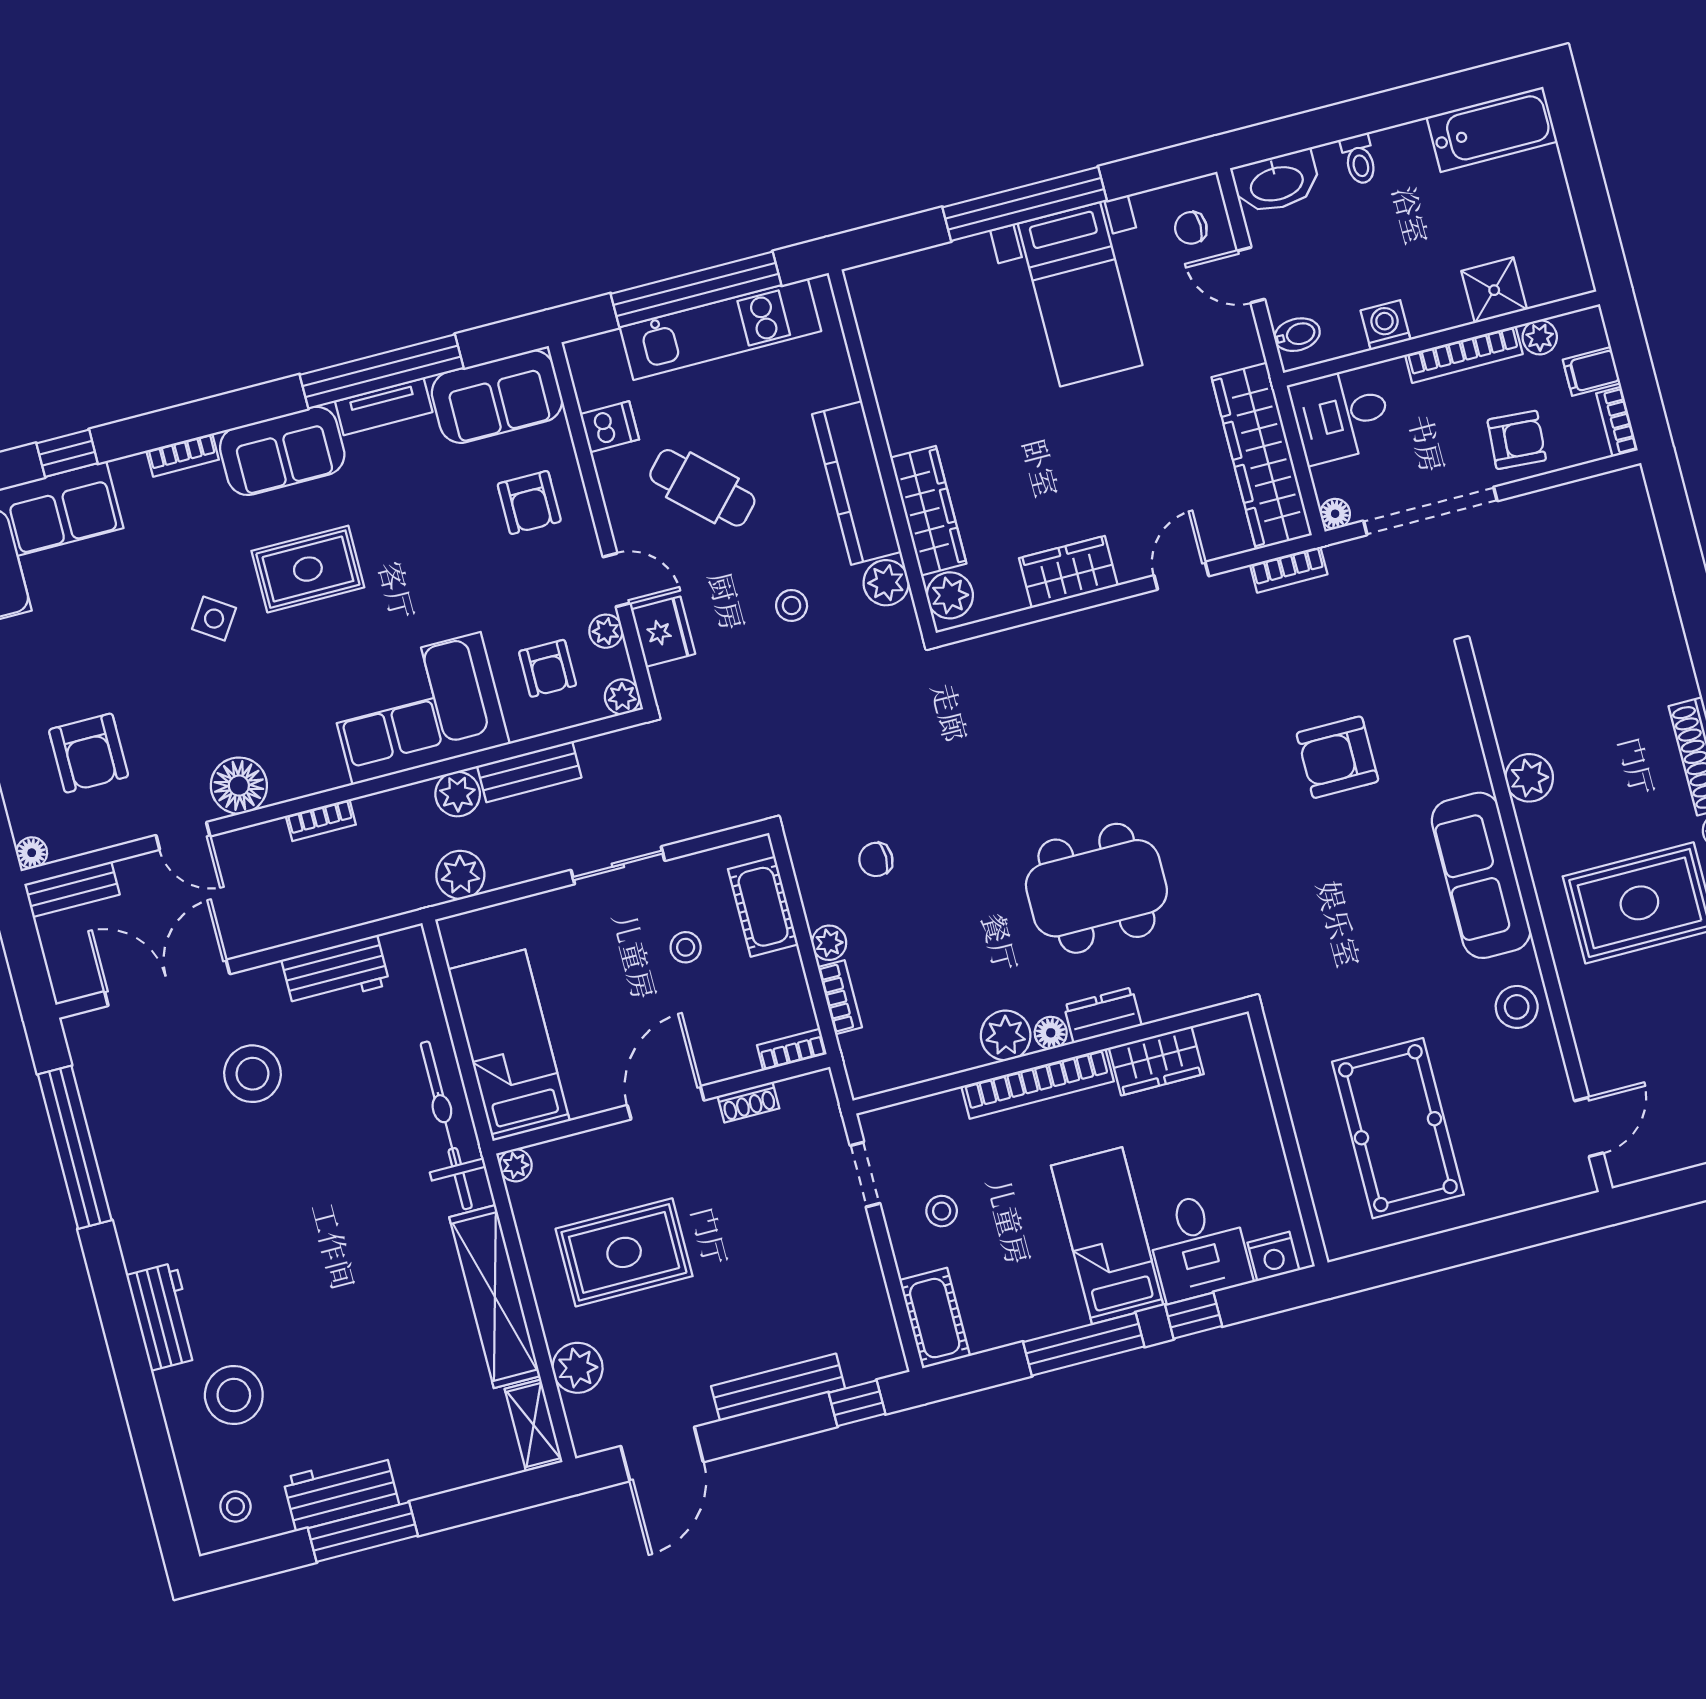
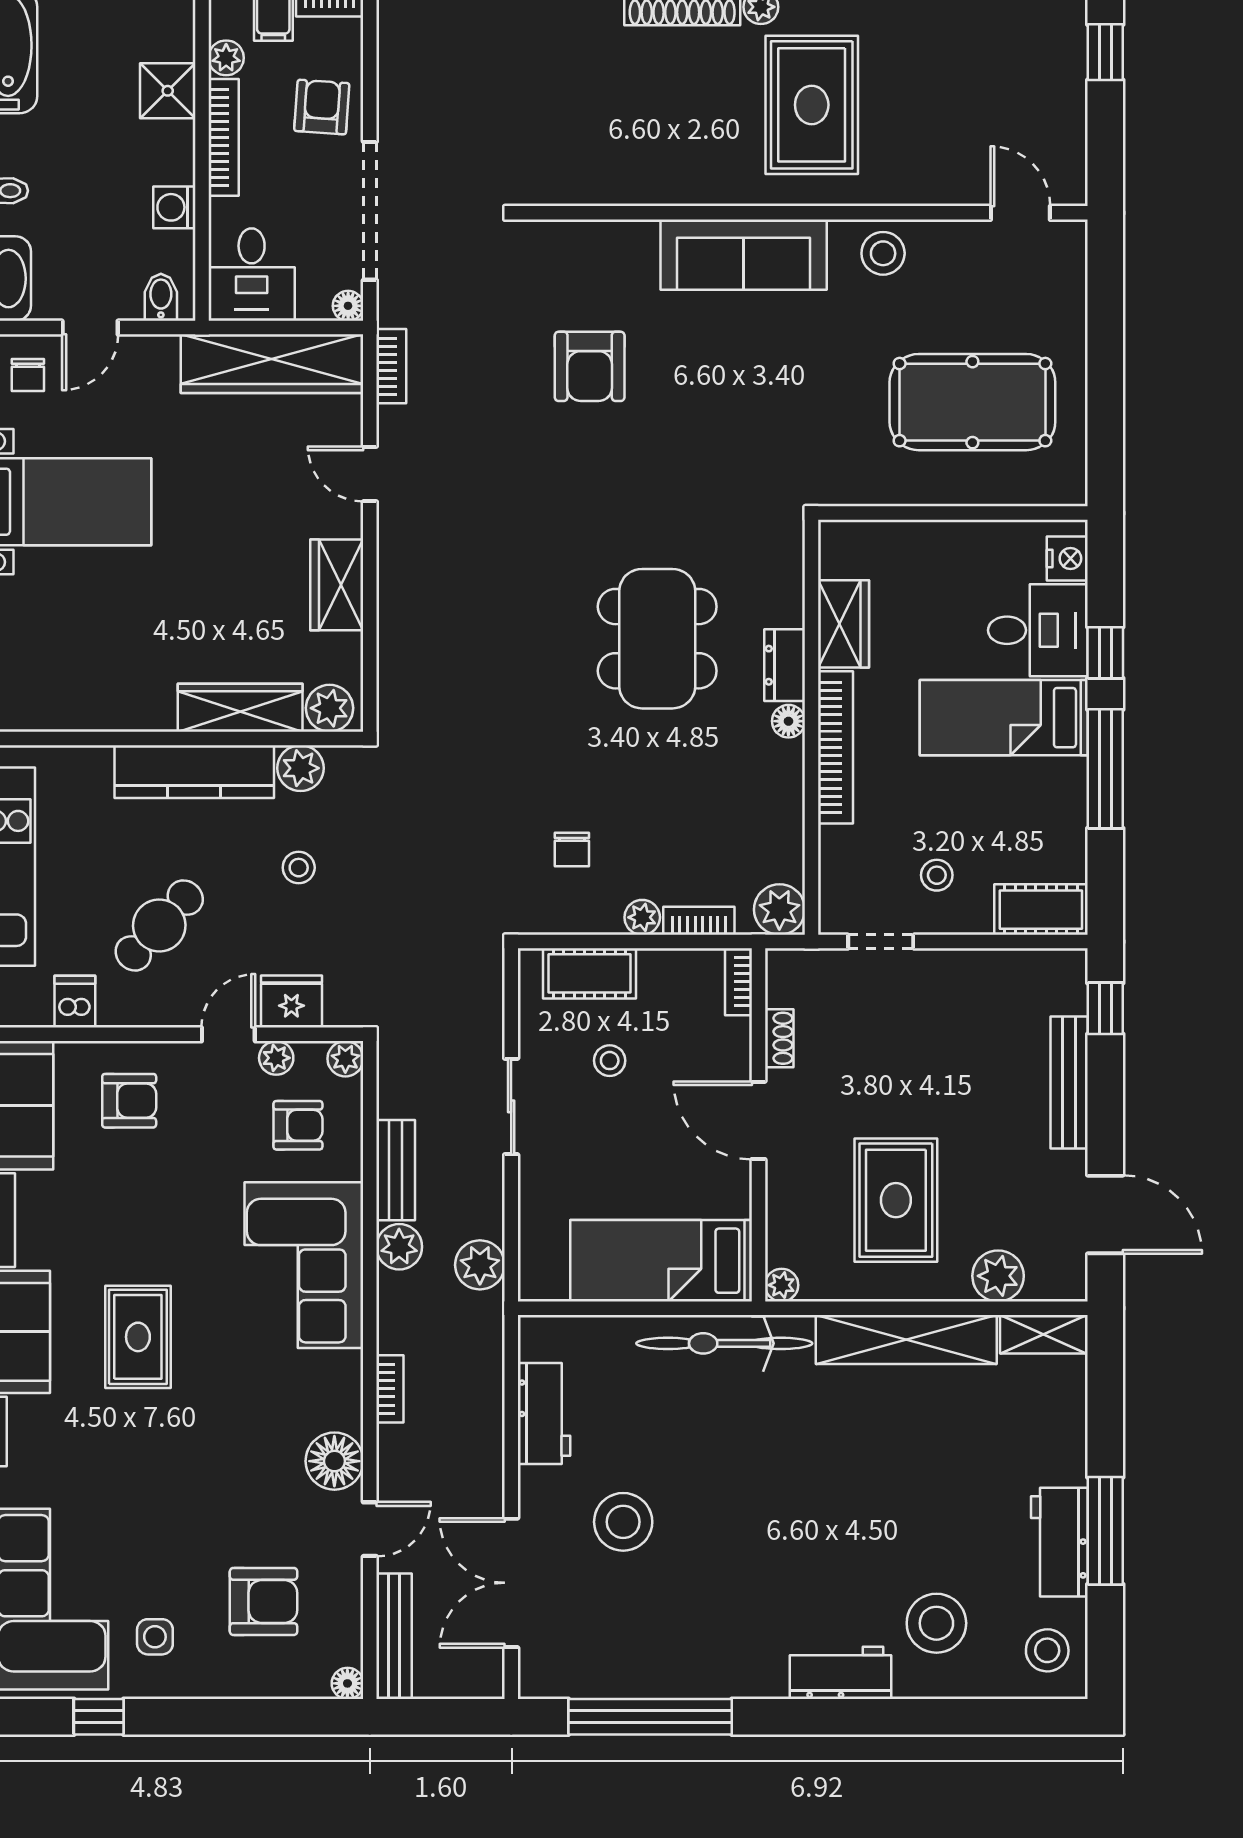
side table: (214, 619) -> (155, 1637), moved, turned -34
plant: (1529, 778) -> (659, 182), removed
bench: (72, 889) -> (394, 1636), width x1.36
plant: (1006, 1035) -> (779, 910), moved
stool: (235, 1507) -> (1047, 1650), width x1.37, depth x1.37

